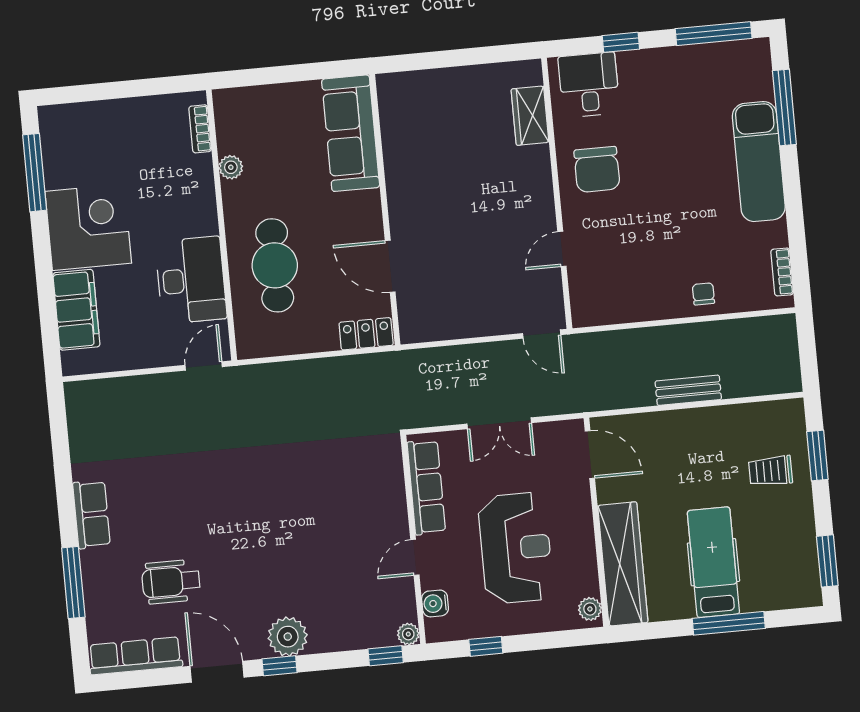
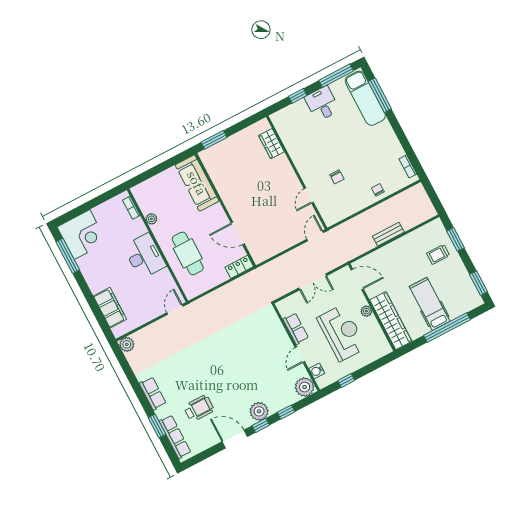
window: (419, 61) -> (214, 140), added
desk: (589, 85) -> (322, 104), moved
exam couch: (759, 162) -> (365, 98), moved
chair: (597, 169) -> (337, 177), moved, width x0.54, depth x0.54
corner desk: (88, 227) -> (82, 235), moved, turned 90
desk: (191, 280) -> (145, 256), moved
door: (542, 334) -> (315, 236), swing flipped
plant: (80, 396) -> (127, 344), added
row of seats: (426, 487) -> (296, 329), width x0.68
wheelchair: (171, 582) -> (199, 408), turned 180
window: (73, 583) -> (157, 426), width x0.69
plant: (590, 609) -> (366, 311), moved
window: (729, 623) -> (447, 328), width x1.46
plant: (408, 634) -> (305, 387), width x1.88, depth x1.88
row of seats: (135, 656) -> (175, 437), moved, turned 90
window: (386, 656) -> (286, 412), moved

